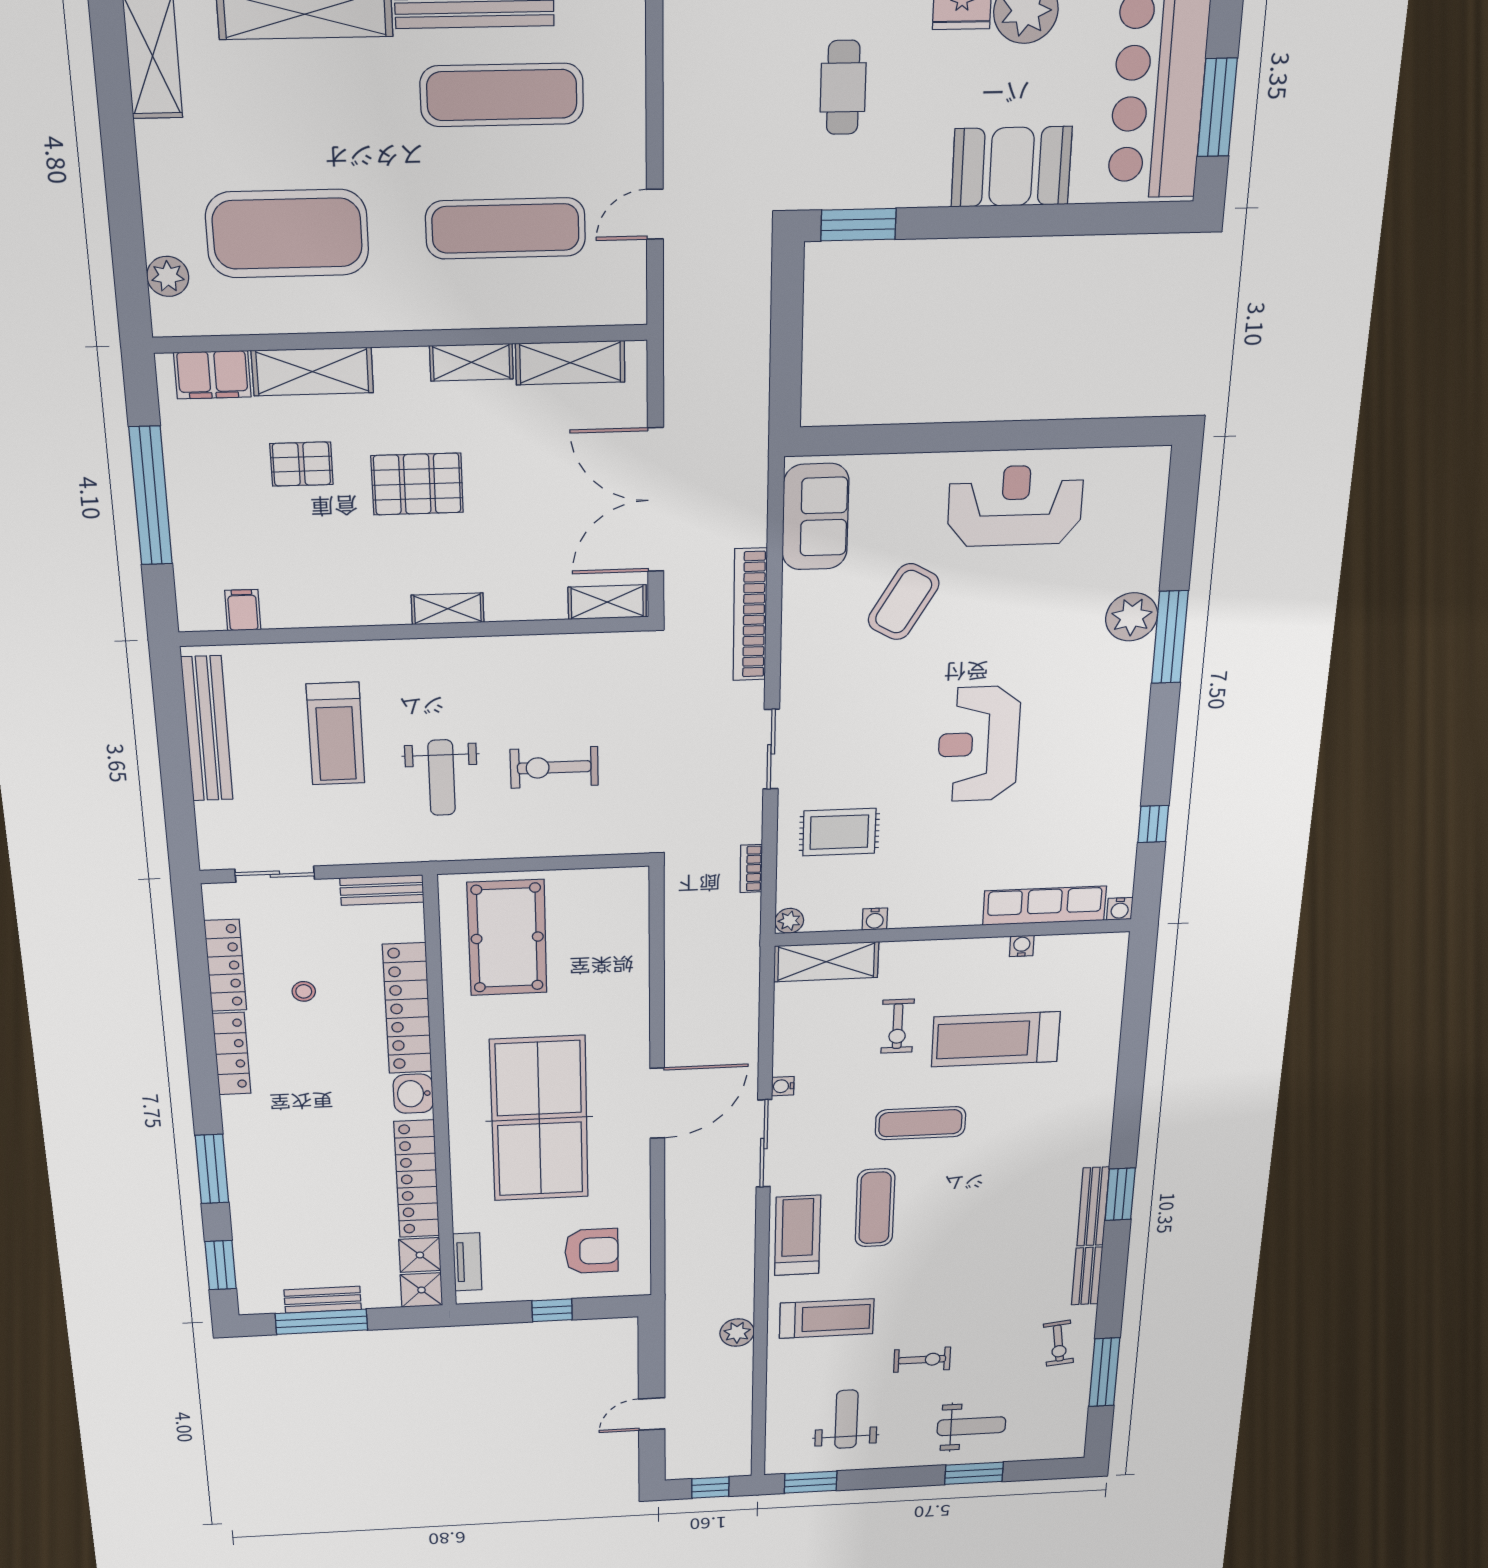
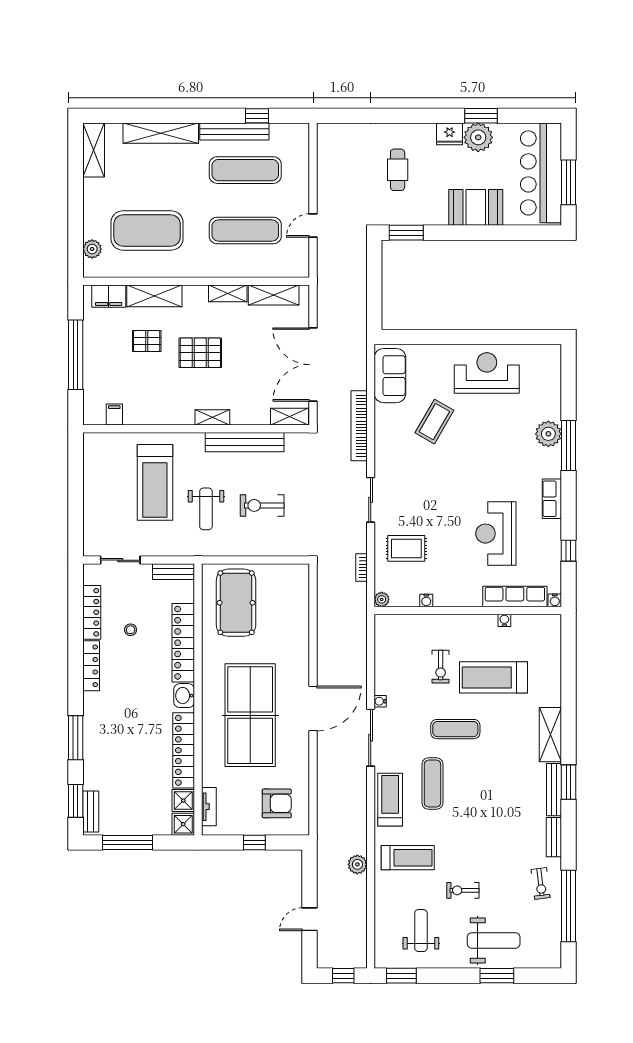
bench: (207, 729) -> (245, 442), moved, turned 90
treadmill: (336, 734) -> (155, 482), width x1.37, depth x1.38
row of seats: (1129, 734) -> (552, 499), added
reception desk: (979, 744) -> (496, 534), moved
shelving: (826, 962) -> (550, 735), moved, turned 90
bench: (323, 1300) -> (91, 812), moved, turned 90
exercise bike: (922, 1360) -> (463, 890), turned 180
window: (1104, 1372) -> (569, 906), width x1.46
weight bench: (971, 1426) -> (494, 940), width x1.36, depth x1.33

